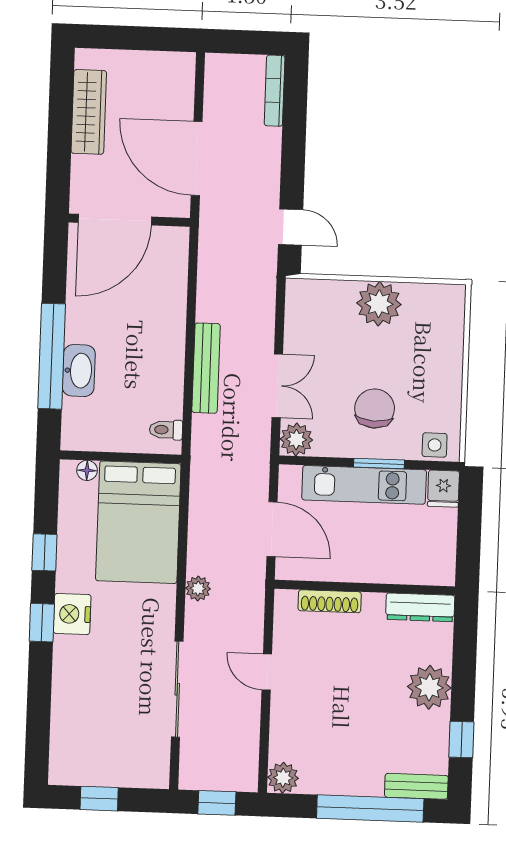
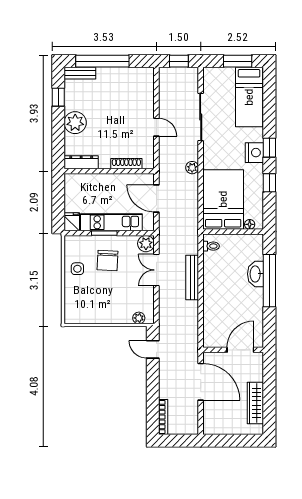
door: (115, 220) -> (240, 350), width x0.73
plant: (379, 304) -> (139, 318), moved, width x0.53, depth x0.53
side table: (435, 445) -> (77, 269), moved
bed: (79, 726) -> (249, 97), added
plant: (283, 778) -> (146, 75), removed
window: (99, 799) -> (238, 61), width x1.50

